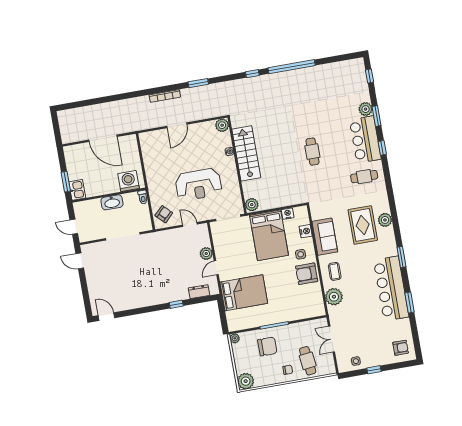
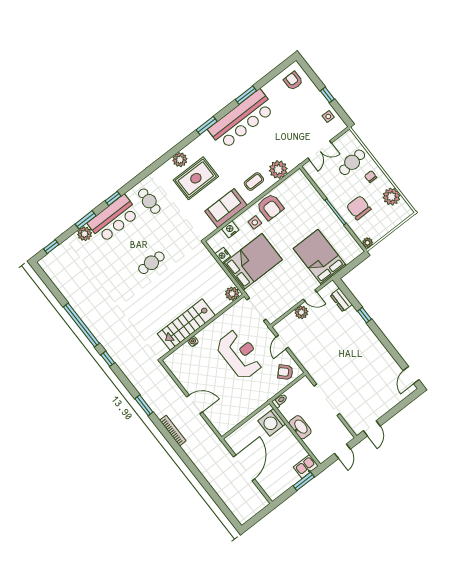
plant: (222, 125) -> (172, 362), removed
plant: (246, 381) -> (391, 197), moved

